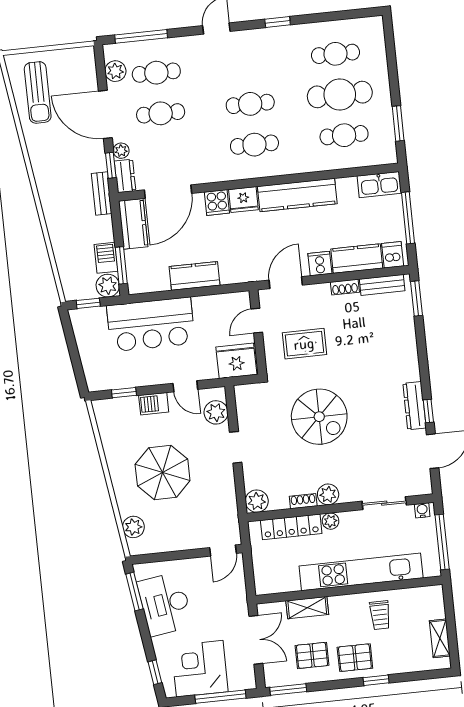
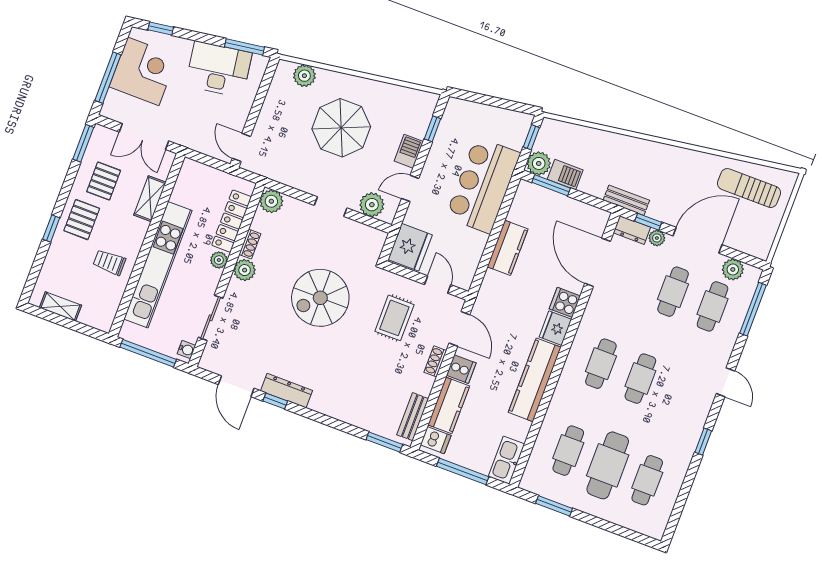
kitchen counter: (133, 224) -> (584, 215), removed
shoe rack: (345, 287) -> (435, 361), moved

